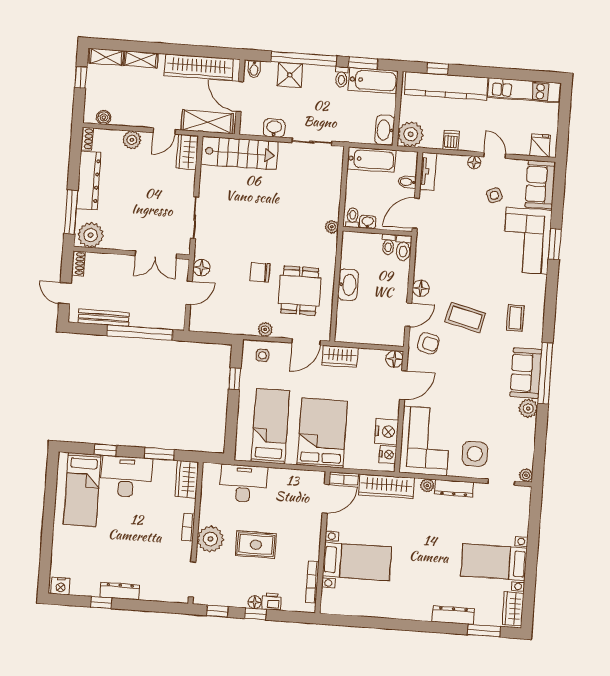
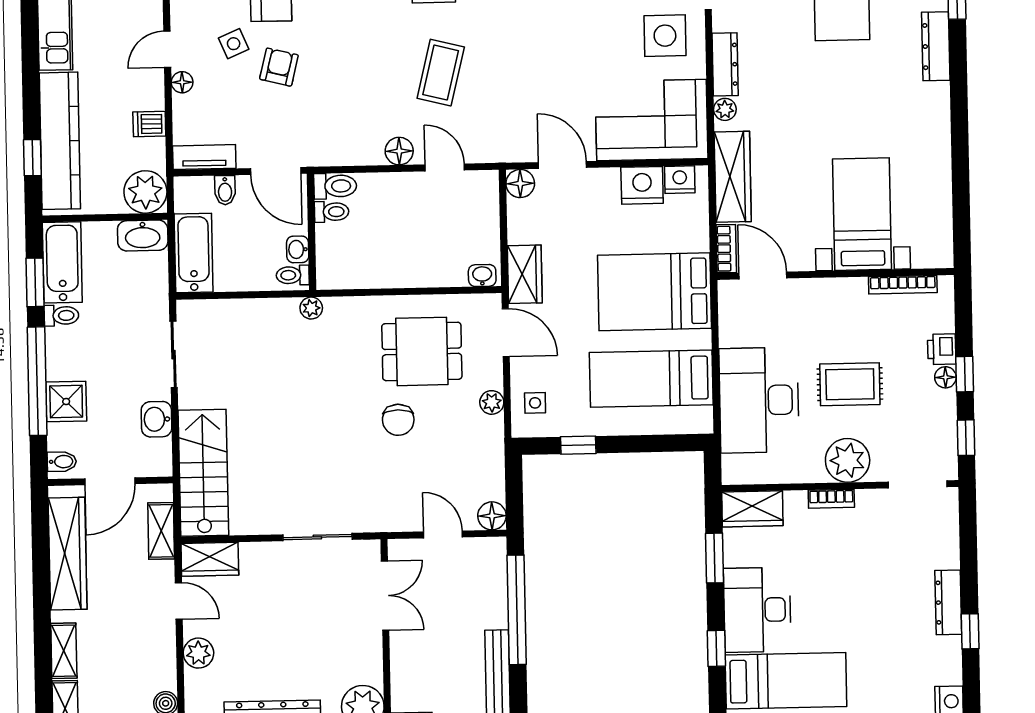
shelving: (207, 122) -> (161, 531), width x0.67, depth x0.75
floor lamp: (201, 268) -> (492, 516), moved
washbasin: (348, 285) -> (482, 276), moved, width x0.52, depth x0.69
armchair: (428, 343) -> (279, 67), moved
desk: (243, 483) -> (759, 400), width x1.36, depth x1.30
rug: (256, 545) -> (850, 384), turned 90

